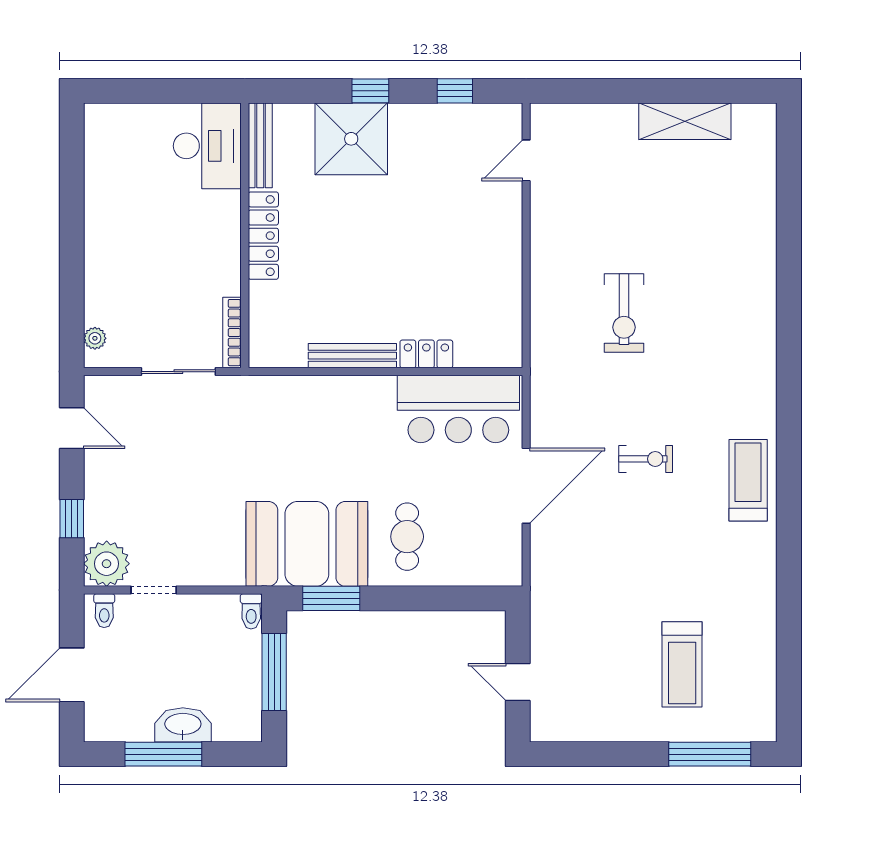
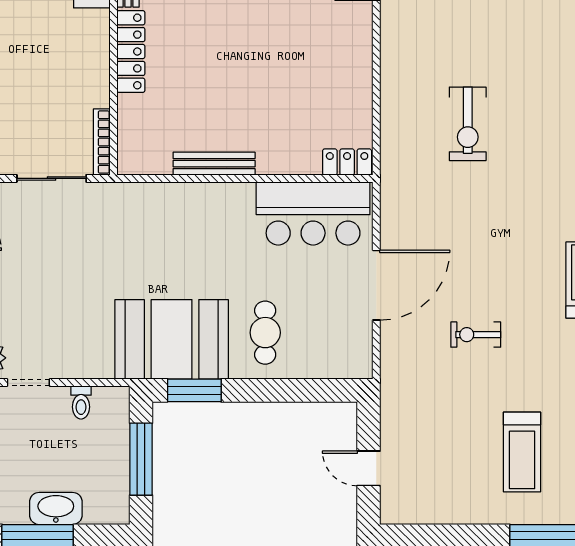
locker: (426, 354) -> (347, 162), moved
exercise bike: (646, 459) -> (476, 335), moved, turned 180
toilet: (251, 611) -> (81, 402), moved

